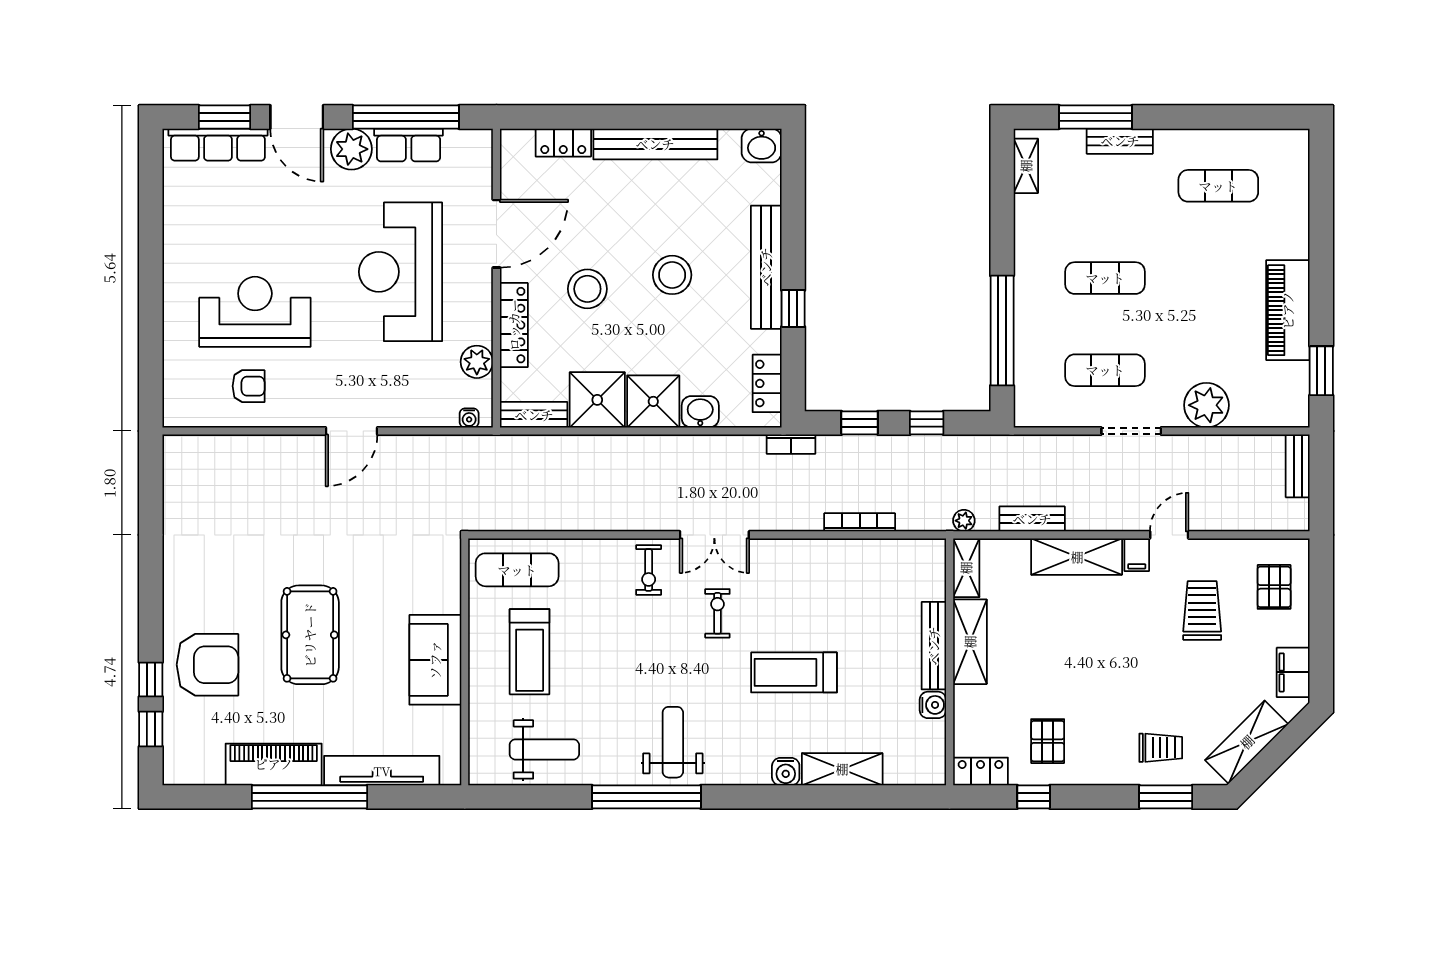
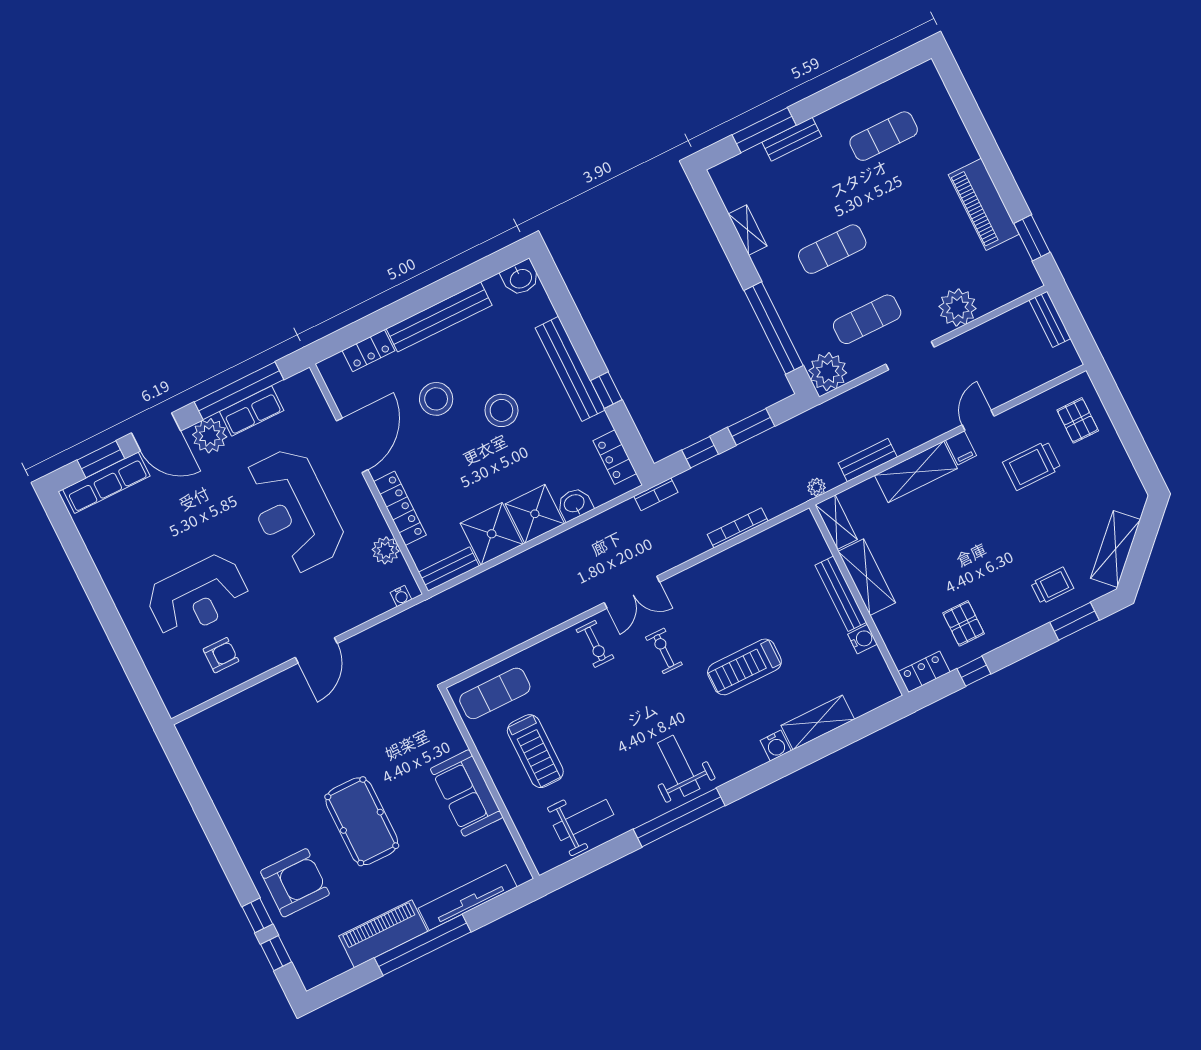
shelving: (1026, 166) -> (748, 230), moved
stool: (587, 289) -> (436, 399), moved
reception desk: (255, 312) -> (198, 596), turned 180
plant: (1036, 405) -> (828, 372), added
window: (927, 423) -> (751, 427), width x1.50
trolley: (1202, 610) -> (1032, 465), turned -90
filing cabinet: (1293, 672) -> (1125, 478), removed

